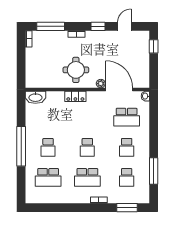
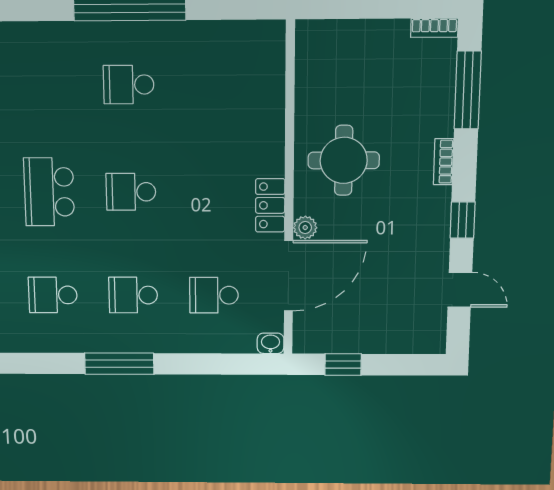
window: (154, 46) -> (343, 365), moved
locker: (75, 96) -> (270, 205), moved
washbasin: (35, 97) -> (268, 48), removed
school desk: (127, 117) -> (214, 295), width x0.54
window: (154, 171) -> (119, 364), moved
school desk: (48, 177) -> (45, 85), removed

